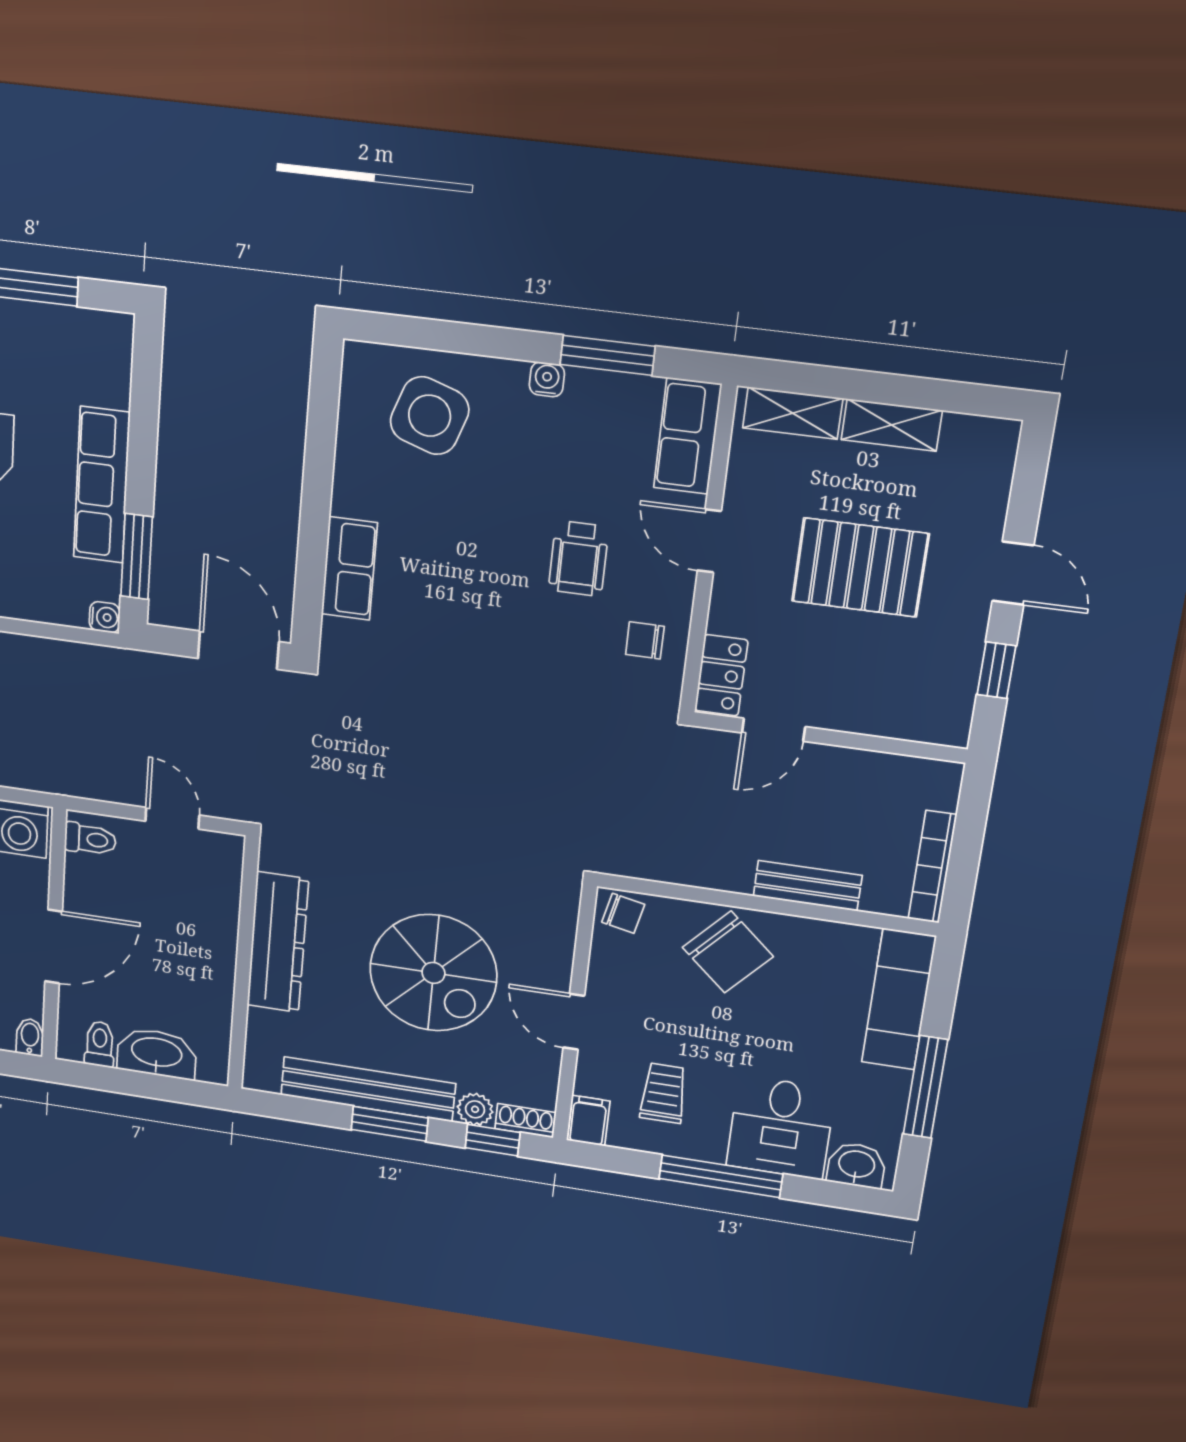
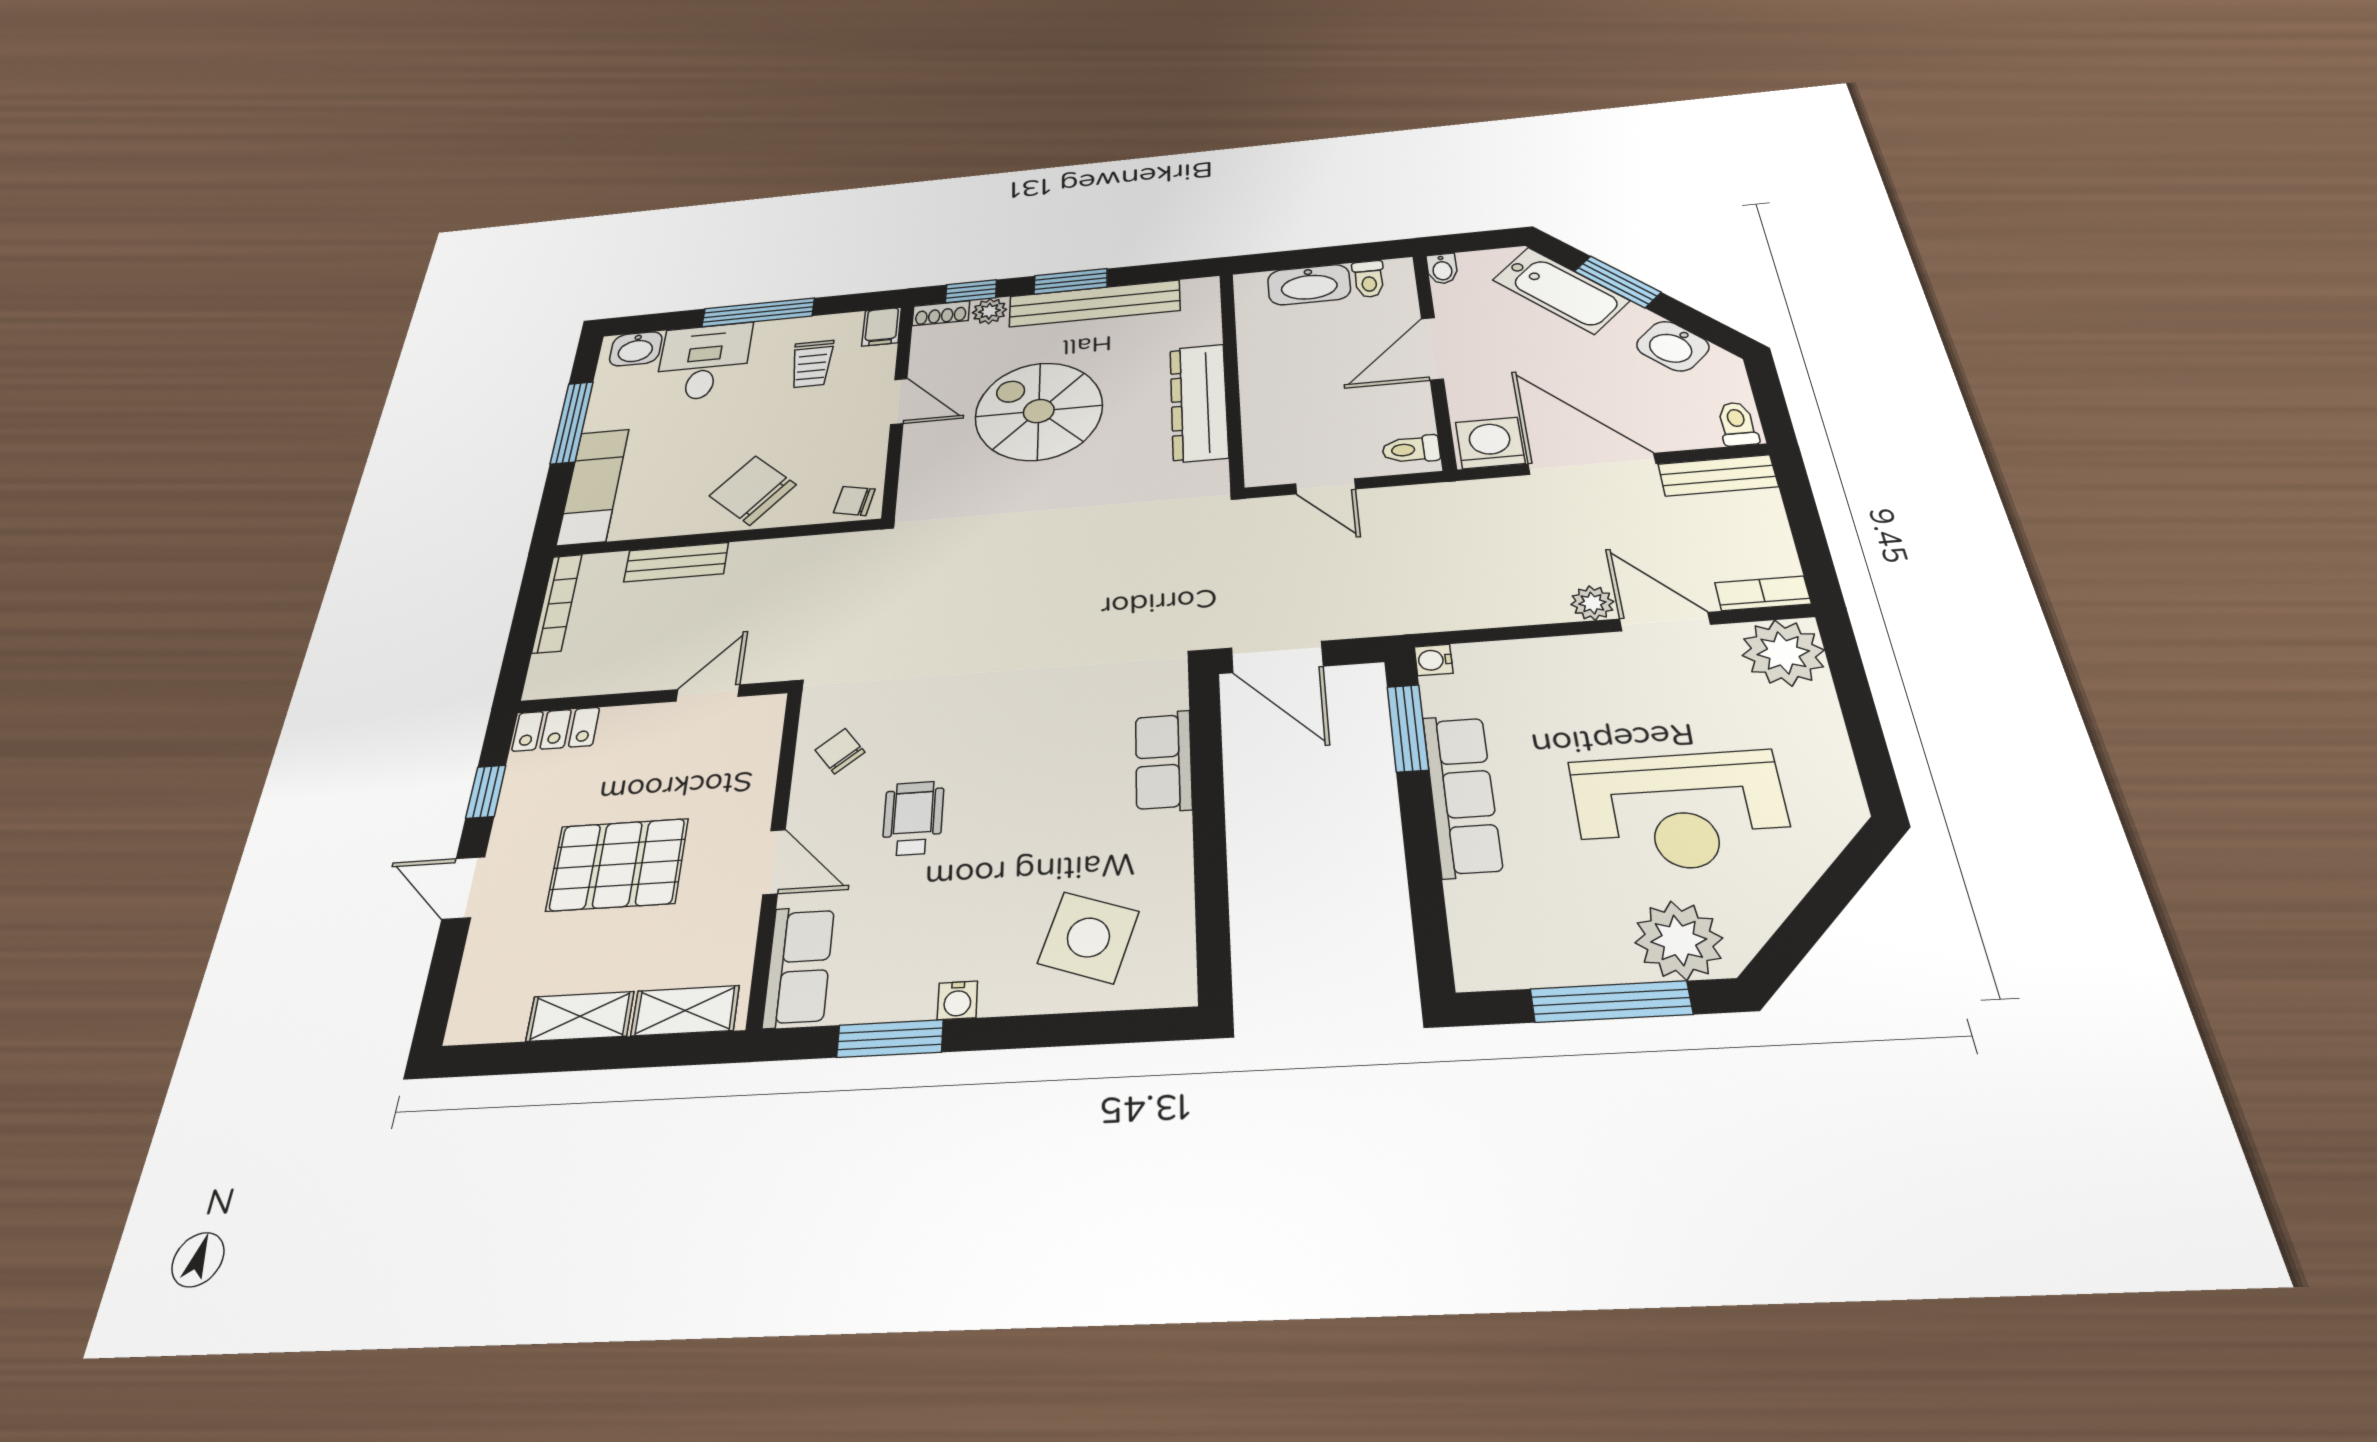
chair: (645, 640) -> (840, 751), turned -128
locker: (721, 675) -> (556, 729), moved, turned -90

